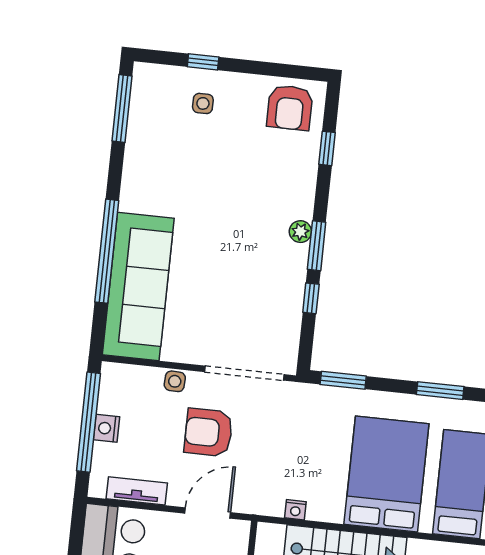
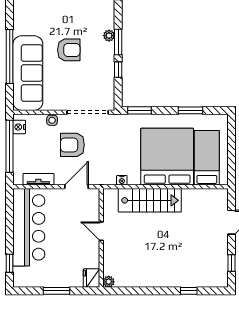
armchair: (221, 251) -> (69, 50), added
nightstand: (106, 428) -> (19, 127), moved
bed: (386, 474) -> (167, 157), width x1.36

